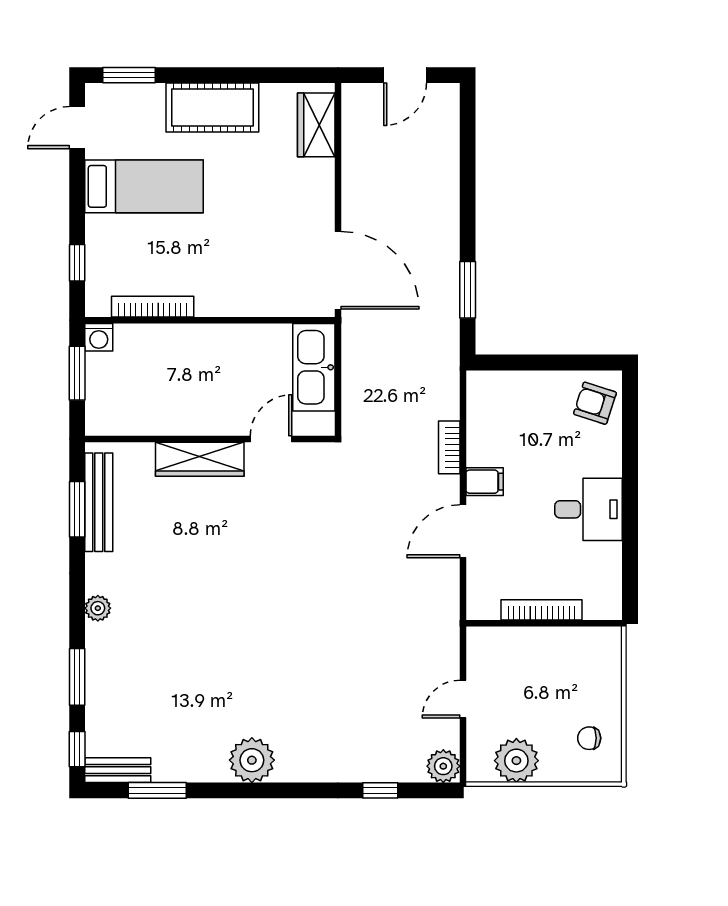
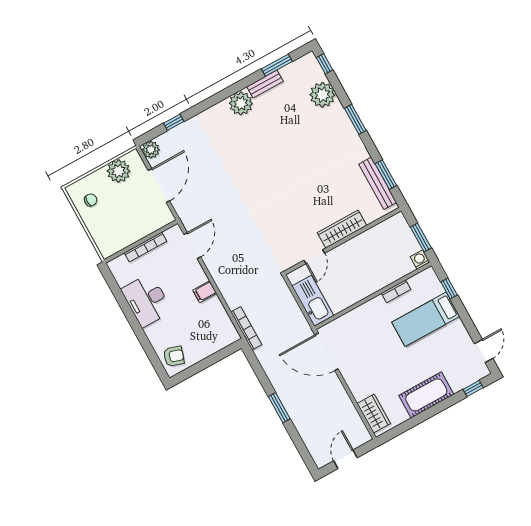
window: (129, 75) -> (473, 388), width x0.67
bed: (144, 186) -> (426, 319), moved
window: (468, 290) -> (279, 408), moved
bookcase: (153, 307) -> (396, 291), width x0.64
bookcase: (449, 447) -> (246, 328), moved, width x1.56
desk: (589, 509) -> (147, 300), width x1.37
door: (463, 531) -> (192, 246), moved
plant: (98, 608) -> (322, 95), moved, width x1.87, depth x1.87
window: (77, 677) -> (355, 119), moved
door: (463, 699) -> (159, 186), width x1.88
bench: (118, 770) -> (265, 84), moved

